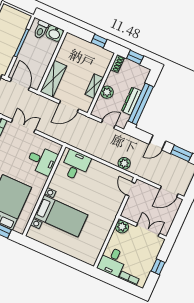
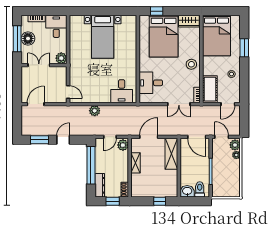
window: (99, 41) -> (160, 201), moved
plant: (107, 92) -> (123, 145), moved
dresser: (131, 101) -> (100, 185), moved
plant: (124, 163) -> (95, 111), moved
bed with nightstands: (61, 216) -> (103, 37), moved, turned -90
double door: (148, 230) -> (39, 65), swing flipped
floor lamp: (147, 262) -> (28, 38), added
window: (158, 267) -> (17, 39), width x2.17

